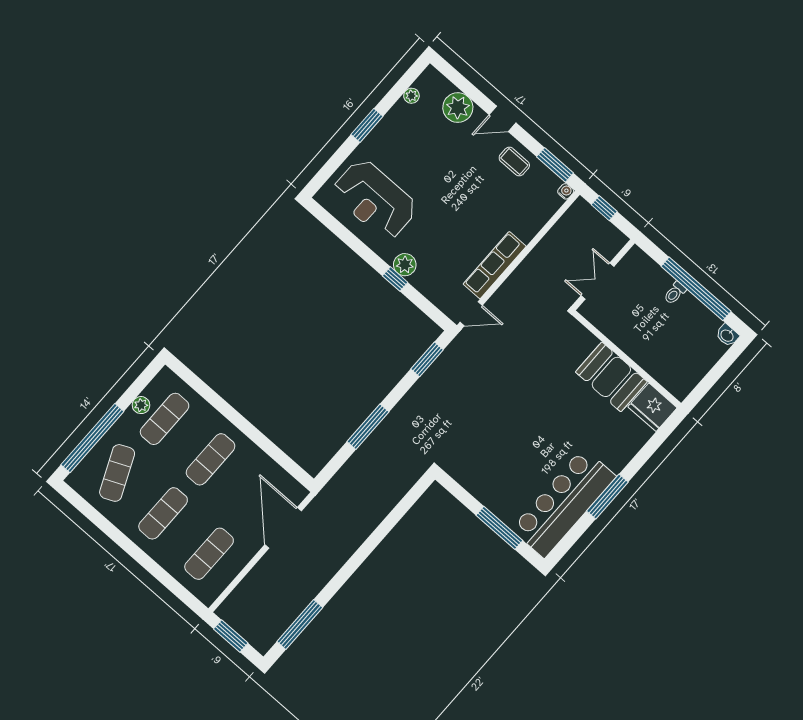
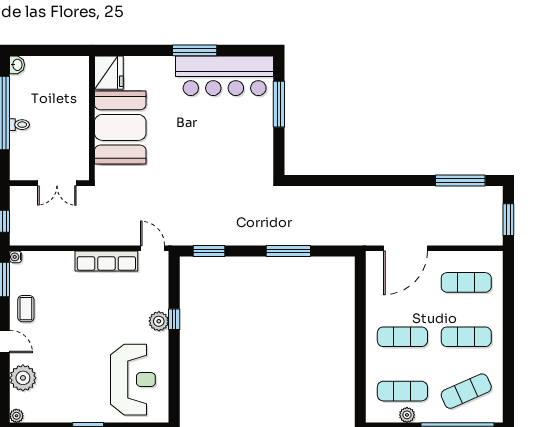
plant: (411, 96) -> (16, 416), moved
booth: (611, 377) -> (120, 127), width x1.36, depth x1.42

